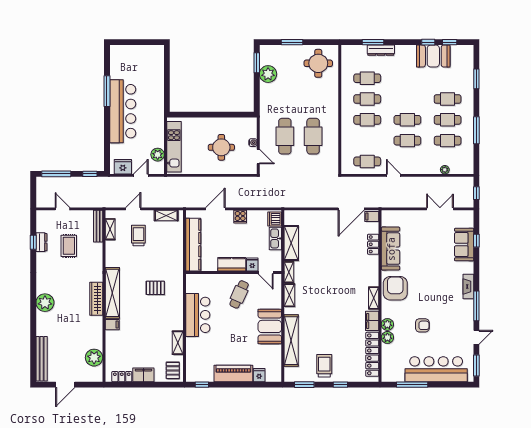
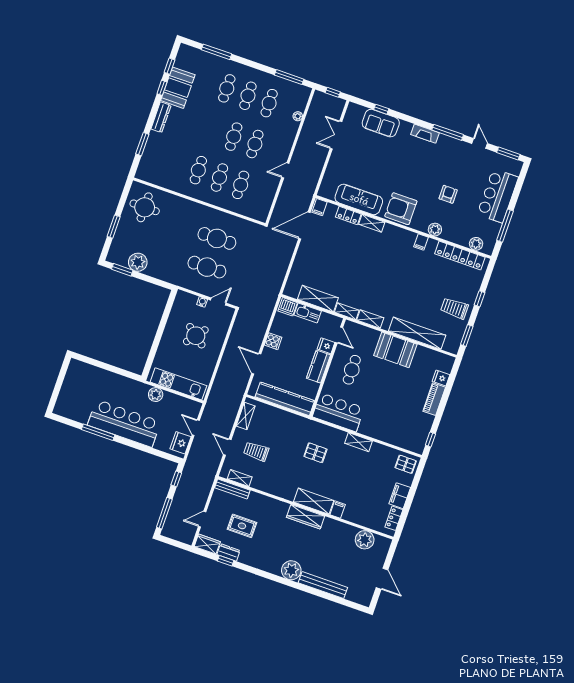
dresser: (381, 50) -> (161, 117), moved
cafe table: (367, 78) -> (177, 163), removed
window: (476, 79) -> (216, 52), width x1.44
window: (476, 130) -> (289, 77), moved
round table: (221, 147) -> (196, 336), turned 38
plant: (158, 155) -> (156, 395), moved
cafe table: (367, 161) -> (241, 185), moved
door: (351, 209) -> (304, 226), swing flipped
wardrobe: (42, 221) -> (207, 544), added
door: (266, 273) -> (339, 335), hinge flipped
pallet: (155, 288) -> (315, 453), turned 90
shelving: (112, 293) -> (314, 501), width x0.68
cafe table: (239, 294) -> (352, 370), turned 66
shelving: (374, 298) -> (372, 223), moved
bar counter: (198, 315) -> (338, 412), moved
filing cabinet: (372, 321) -> (421, 242), width x0.50
plant: (387, 337) -> (476, 244), moved
shelving: (178, 343) -> (358, 442), moved
bench: (42, 359) -> (323, 585), moved
bar counter: (436, 369) -> (498, 196), width x0.73
piano: (233, 374) -> (434, 399), width x0.73, depth x0.75

